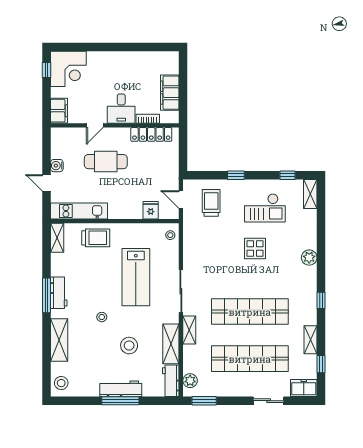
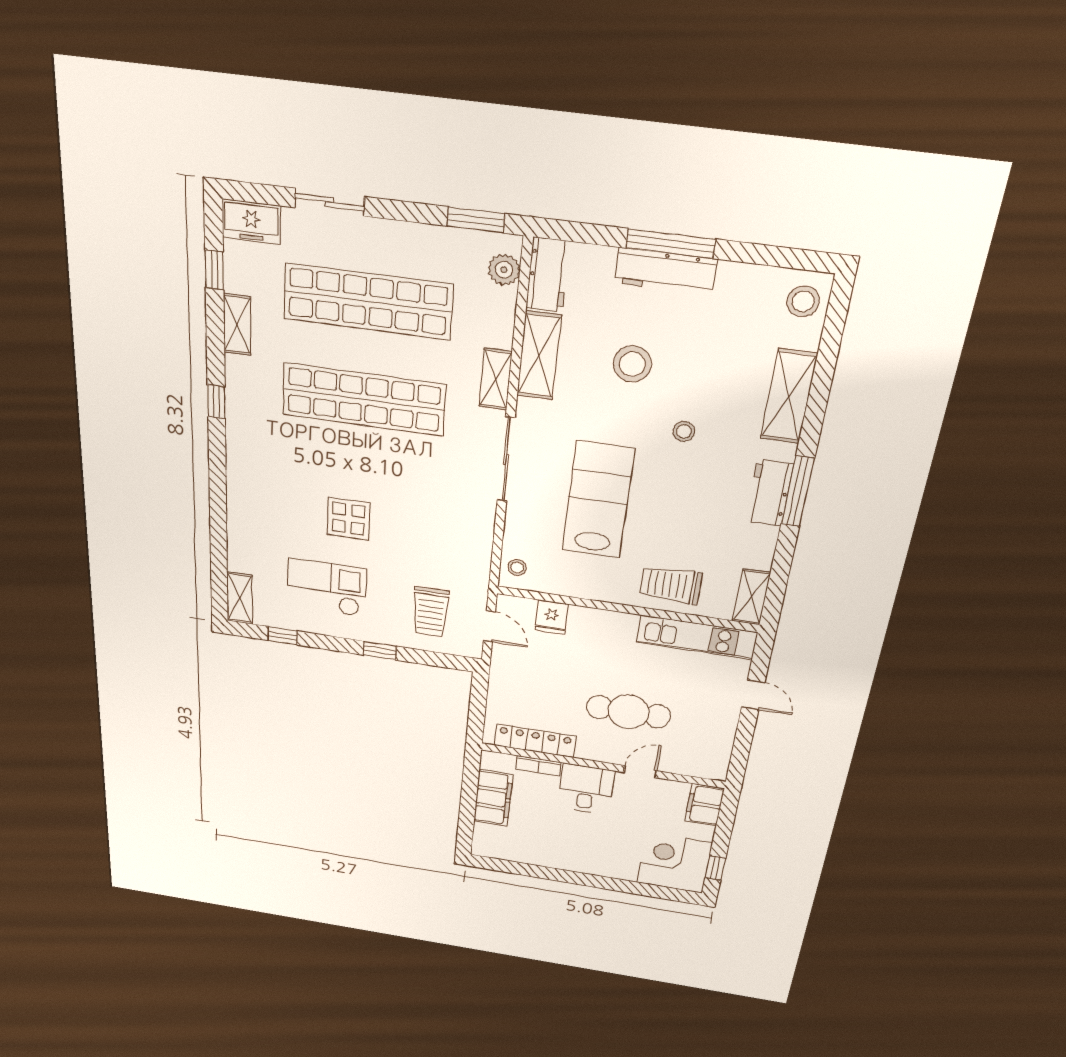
water cooler: (57, 166) -> (726, 720), removed
plant: (309, 258) -> (241, 486), removed

